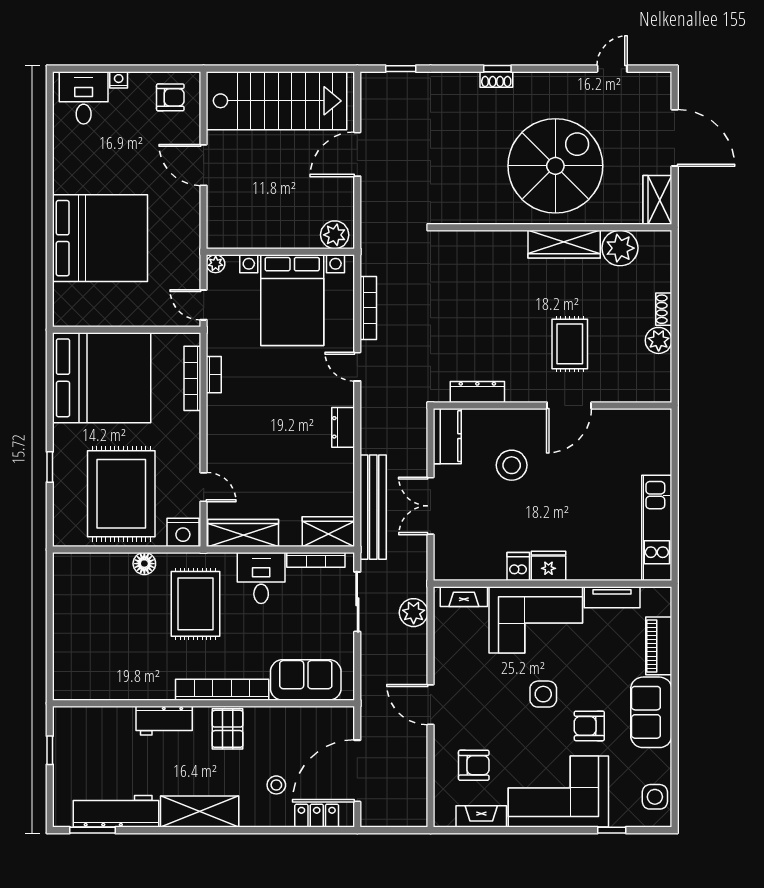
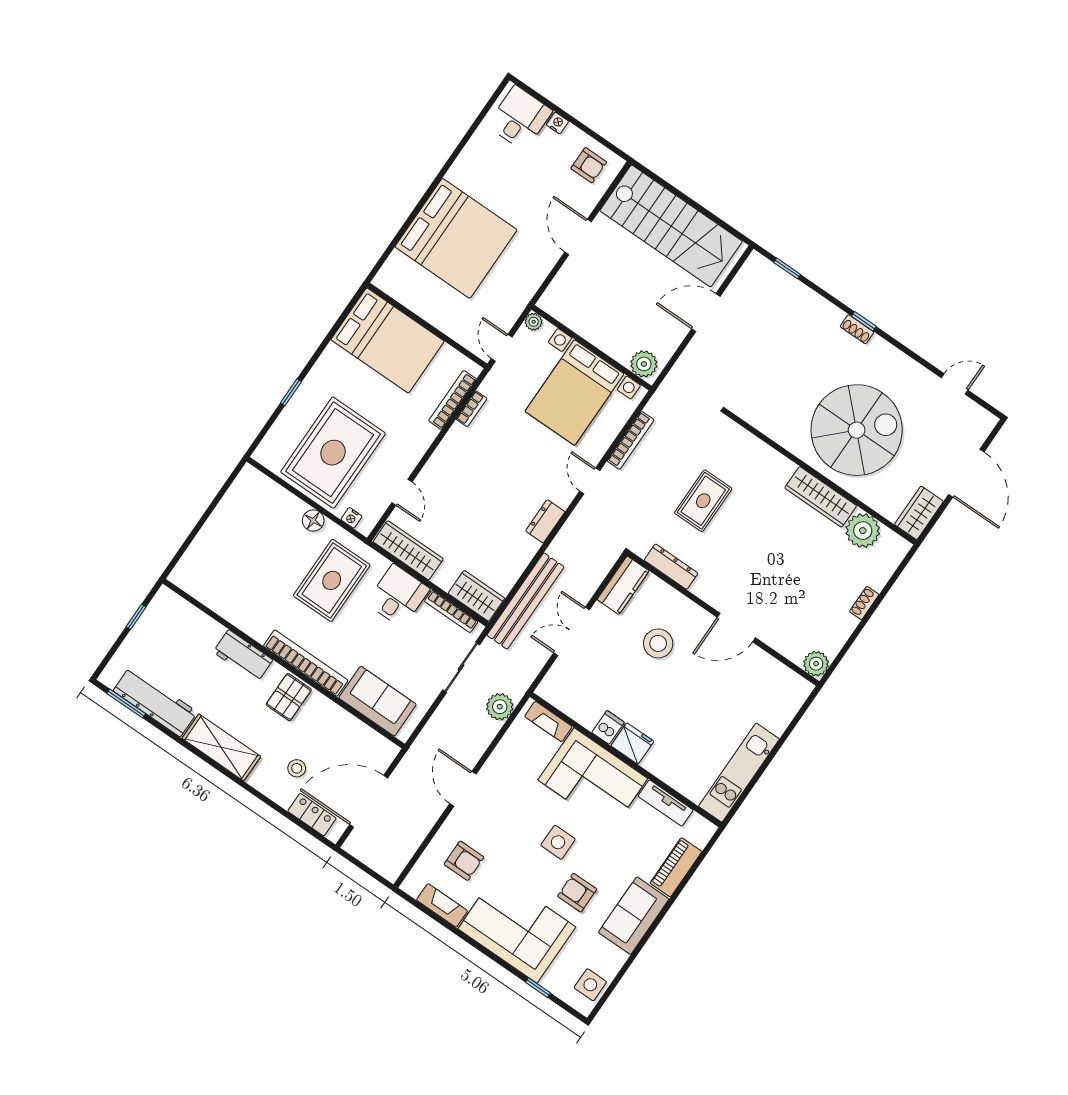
plant: (659, 340) -> (816, 664), moved
rug: (570, 344) -> (703, 501), moved
bed: (102, 378) -> (388, 340), width x0.73
nightstand: (183, 532) -> (351, 518), width x0.53, depth x0.56

